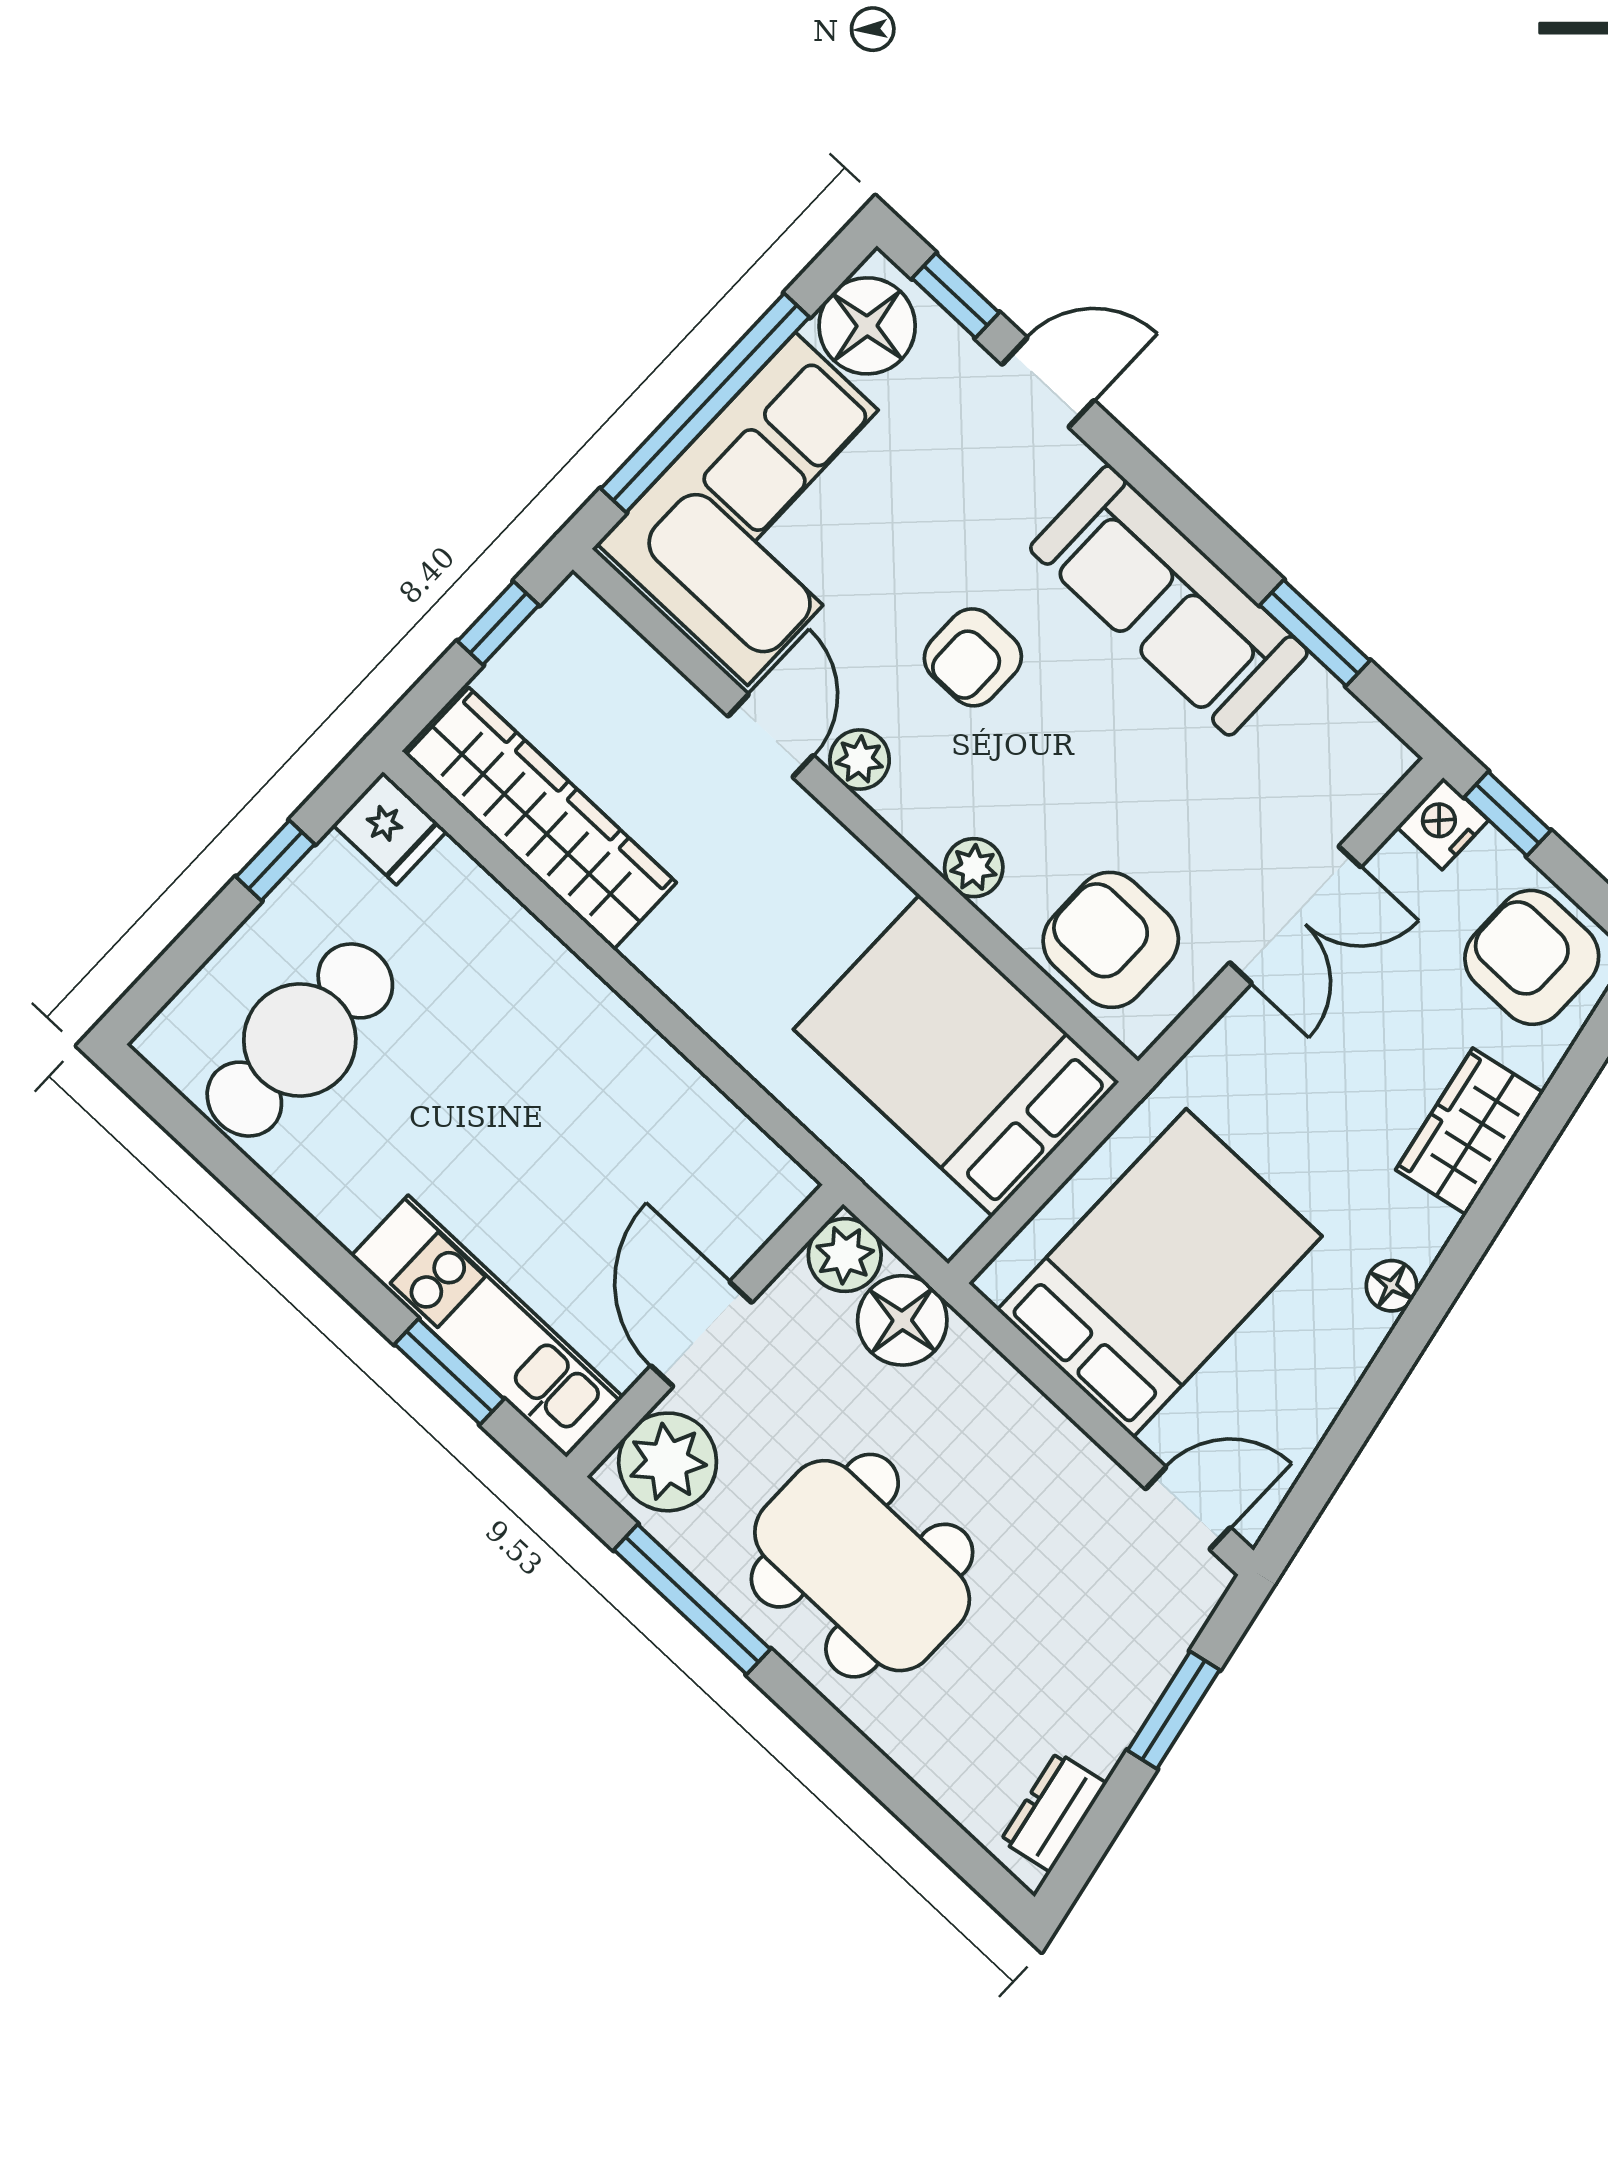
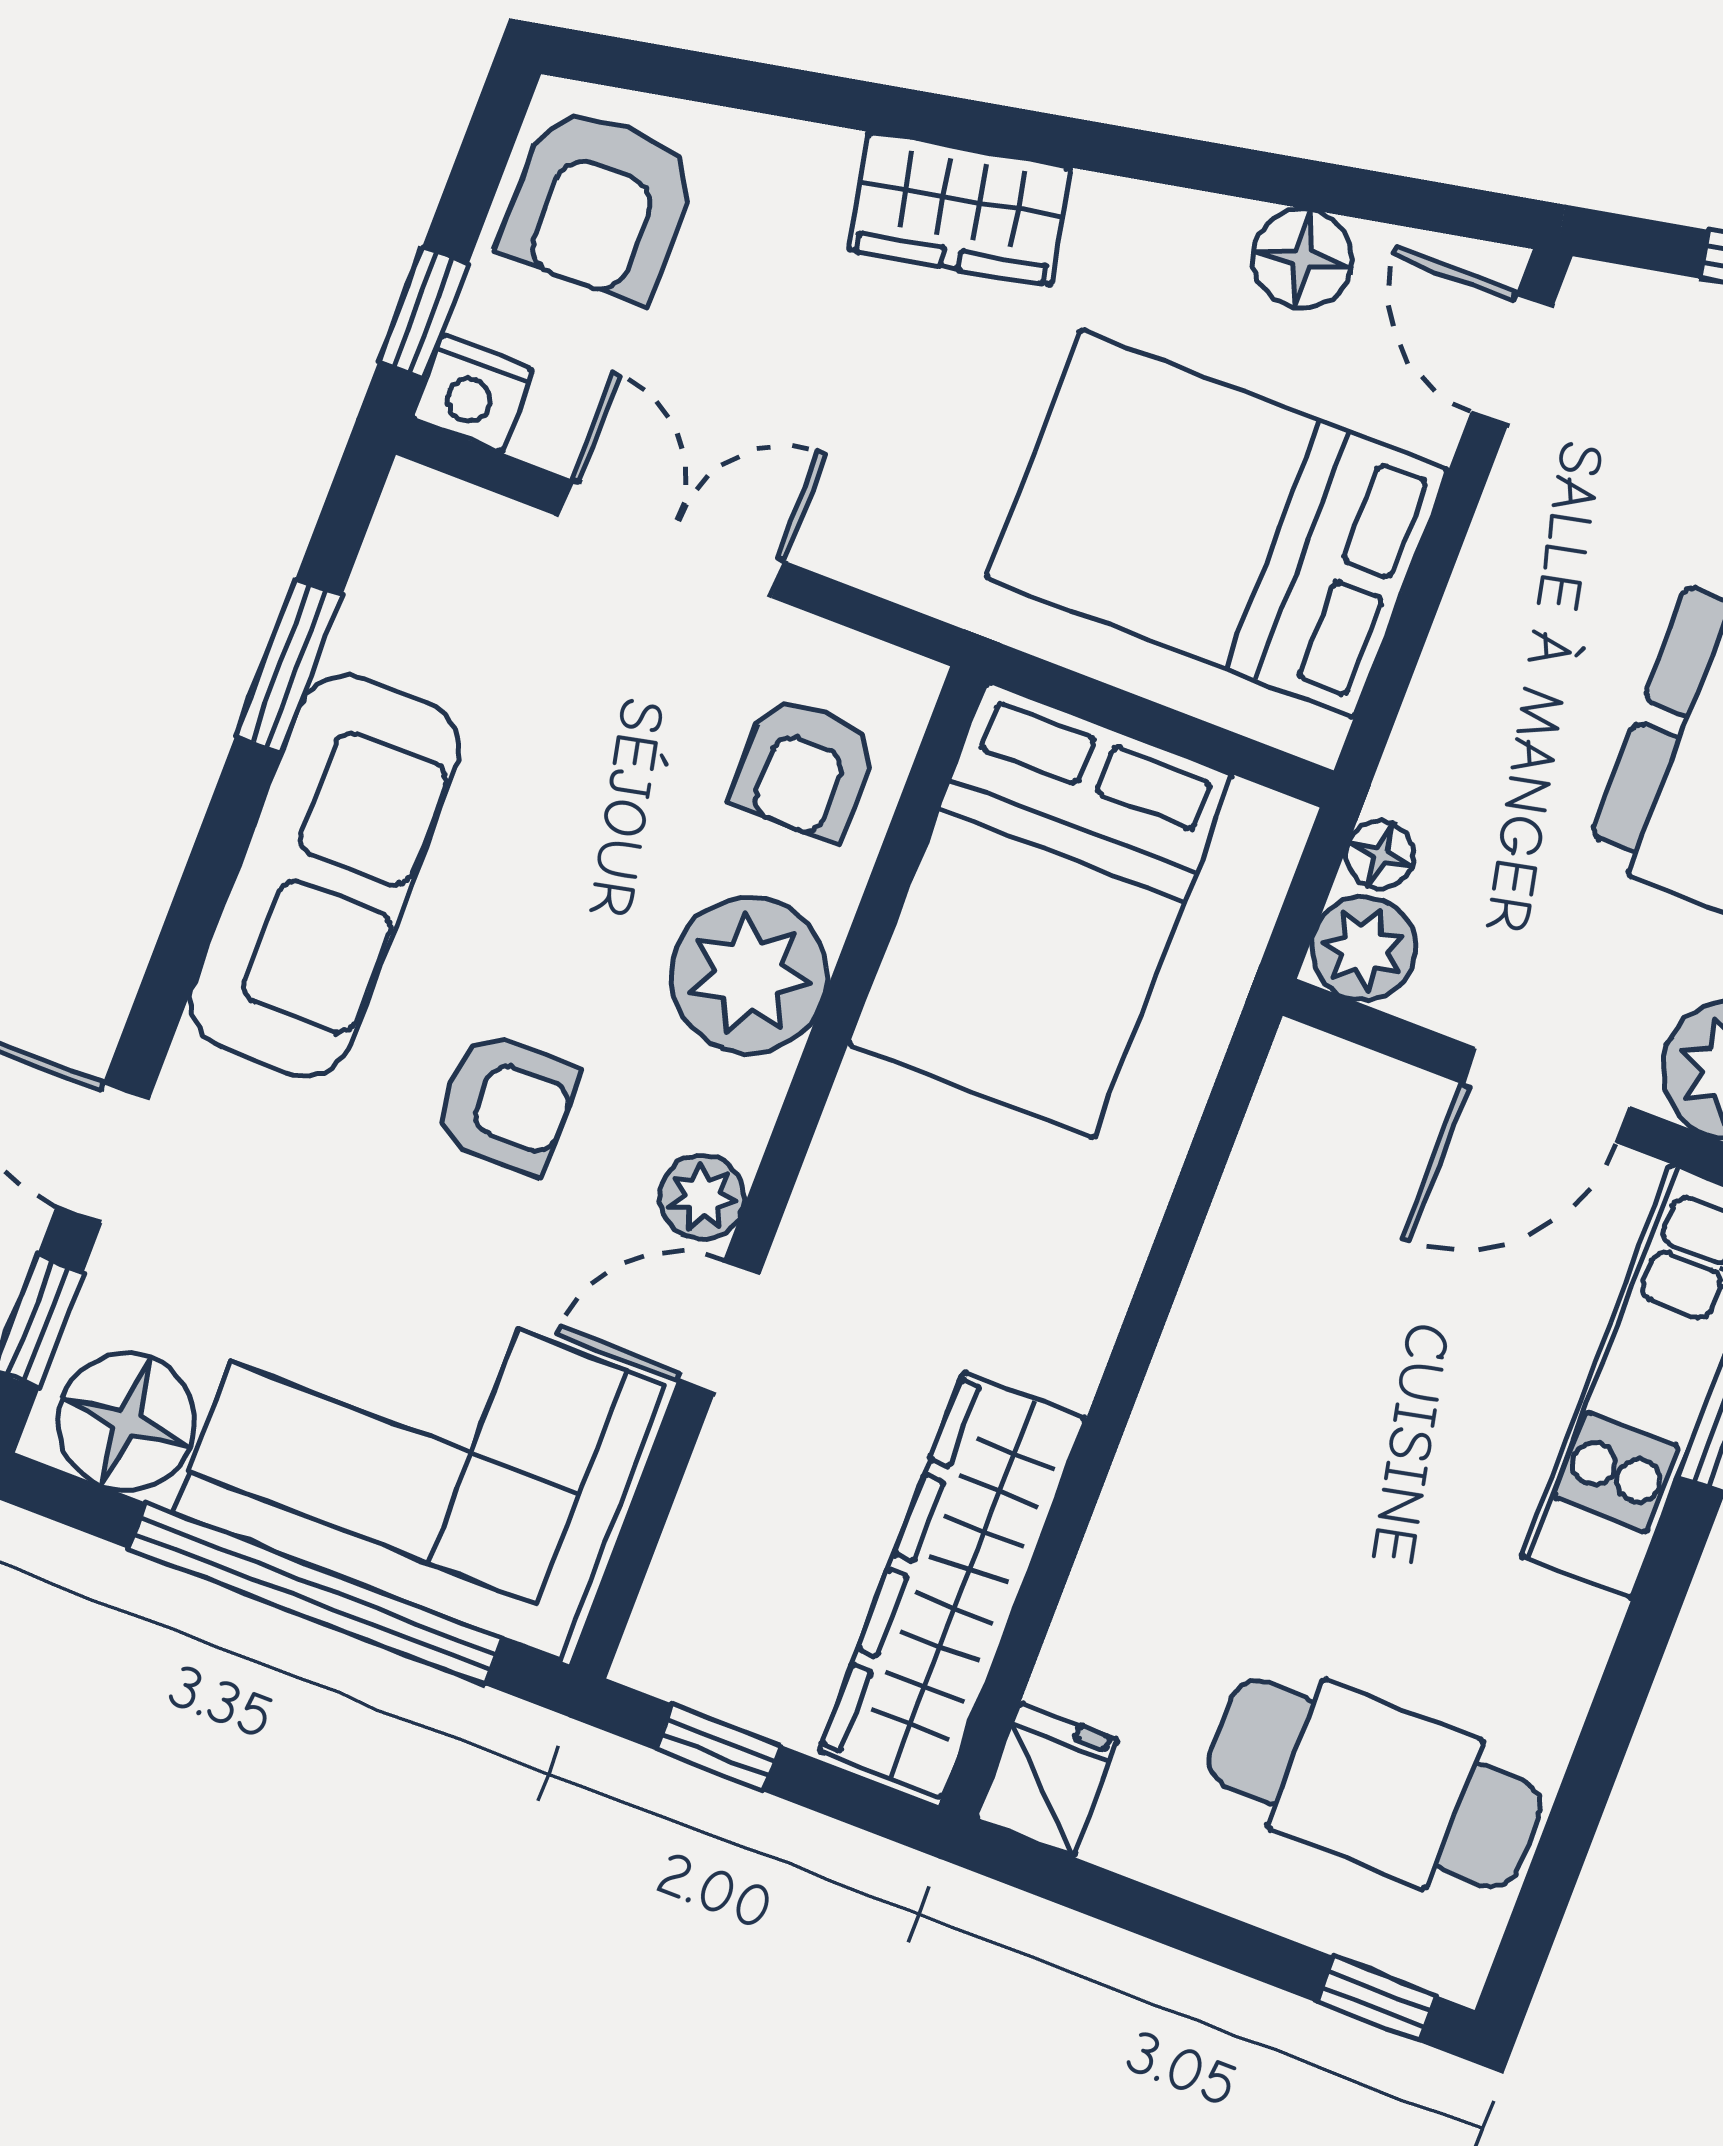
window: (275, 861) -> (1377, 1999), moved
plant: (974, 868) -> (749, 975), width x1.88, depth x1.88
armchair: (1111, 940) -> (804, 768), width x0.72, depth x0.72
wardrobe: (1469, 1131) -> (960, 209), moved
floor lamp: (1392, 1286) -> (1303, 259), moved, width x1.37, depth x1.37
floor lamp: (902, 1320) -> (1380, 855), width x0.53, depth x0.53

